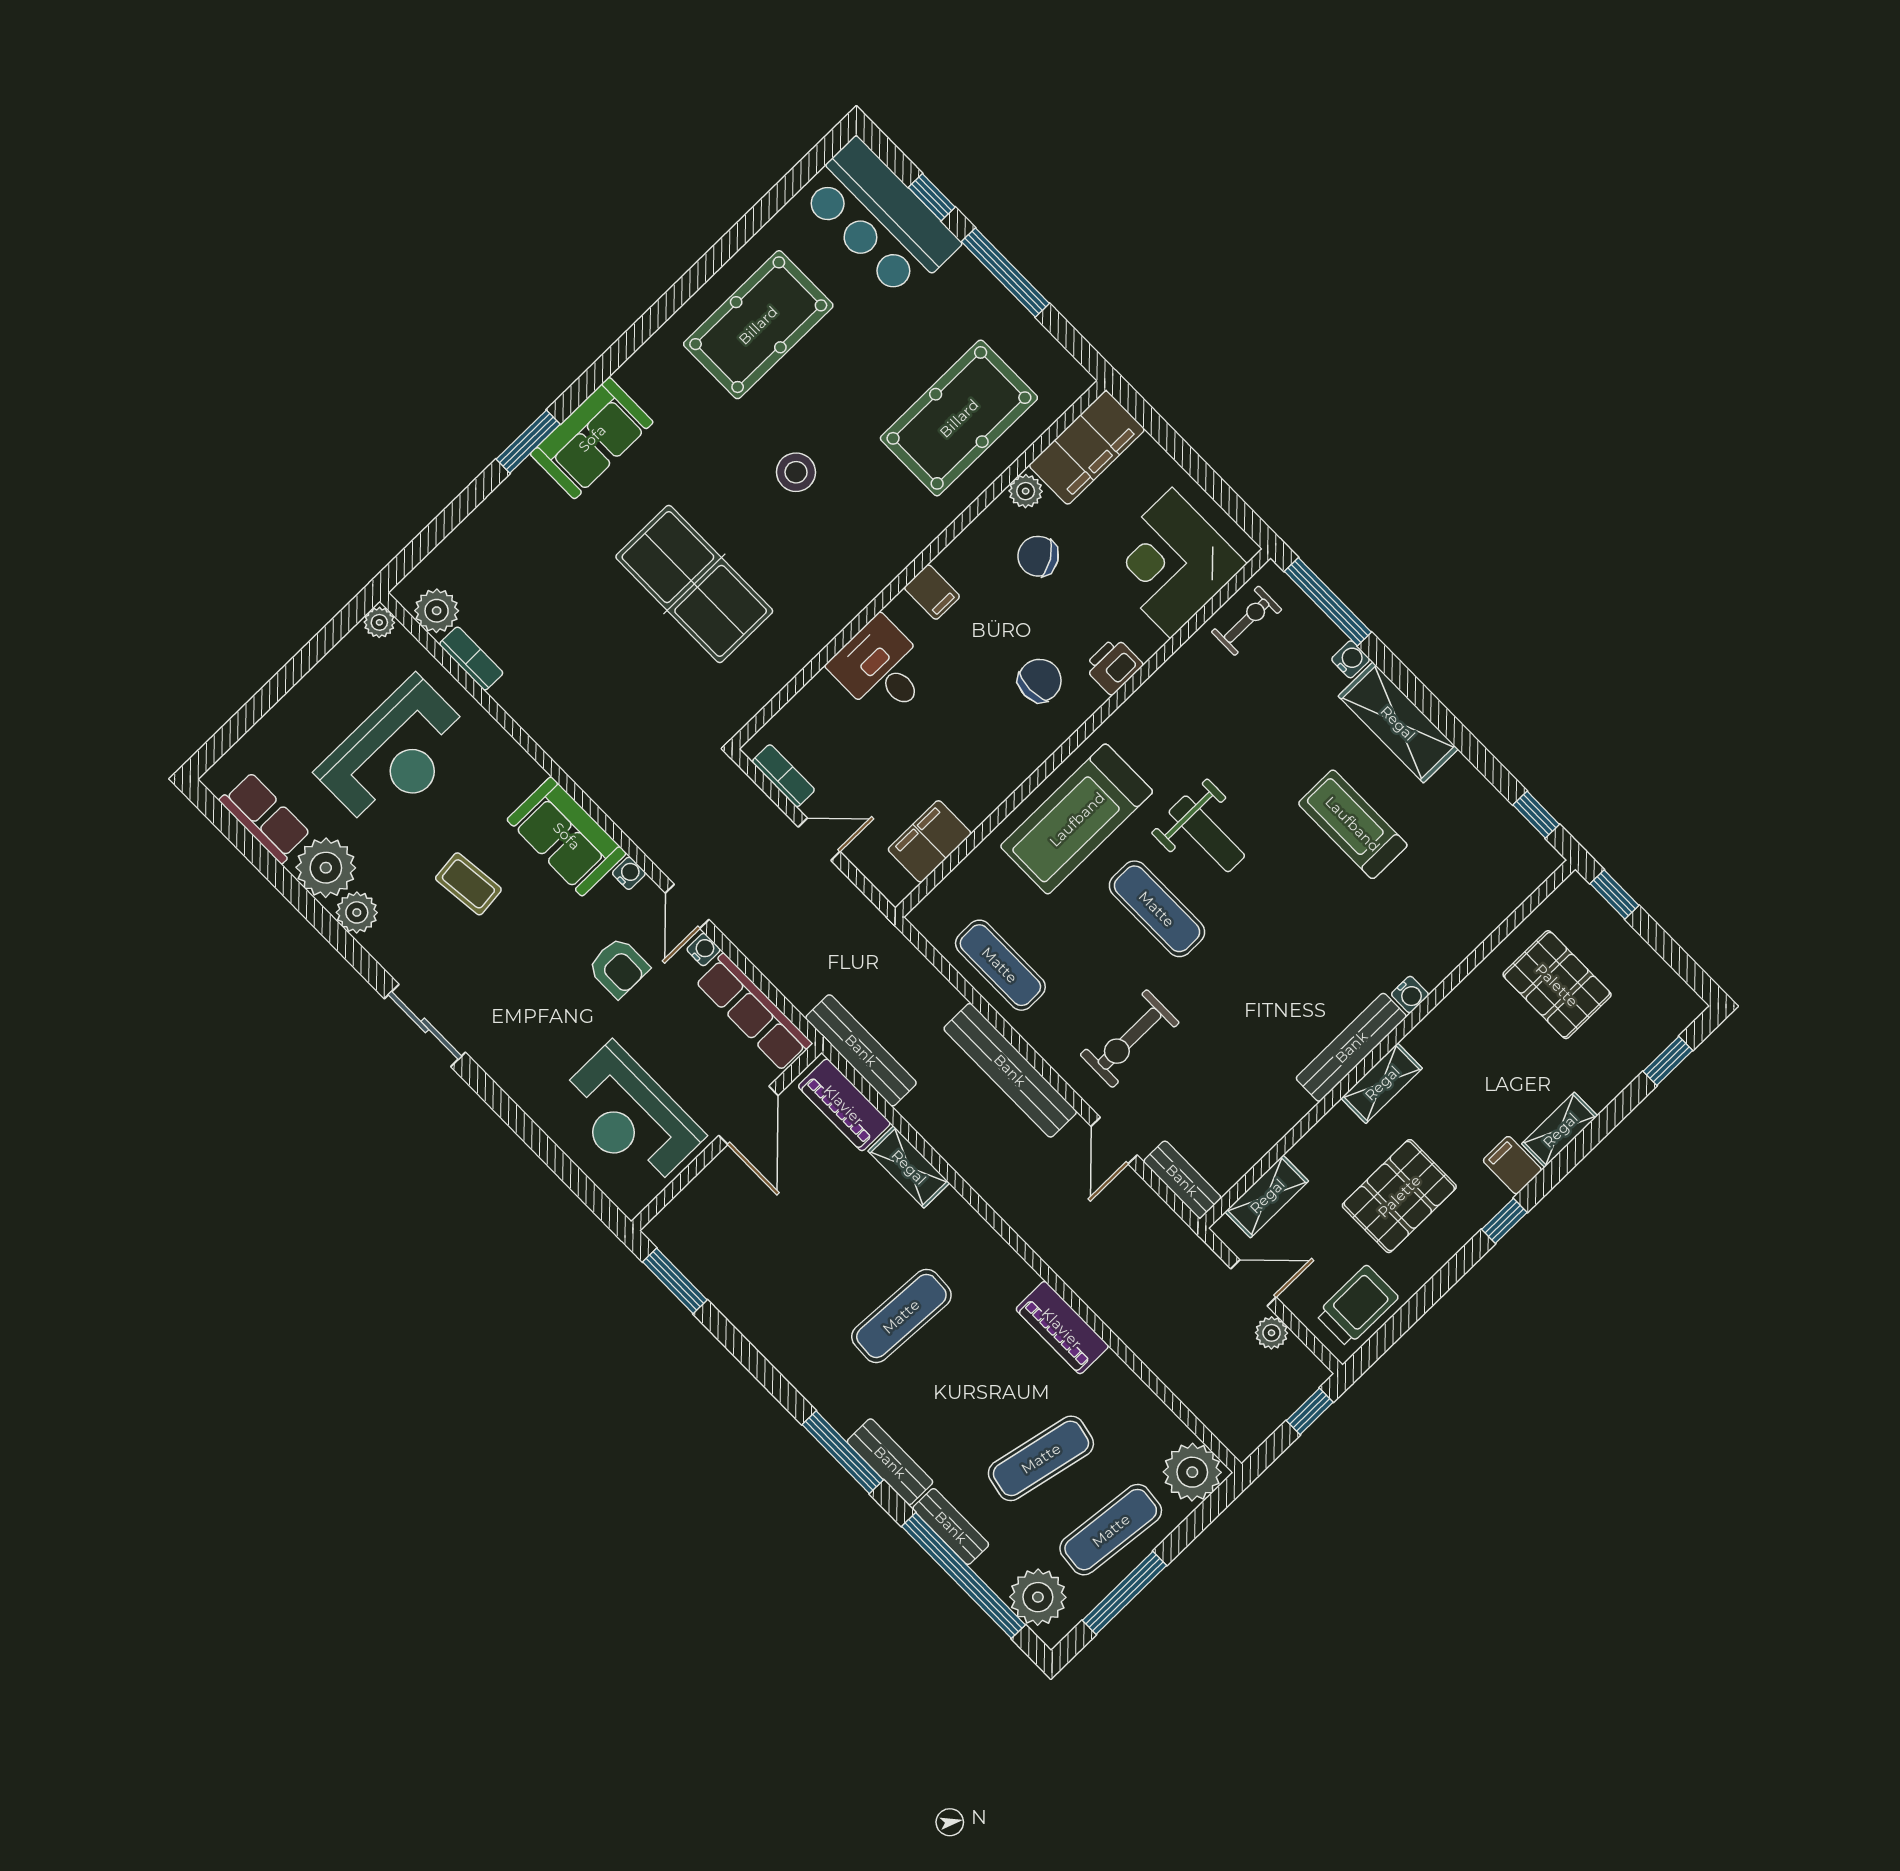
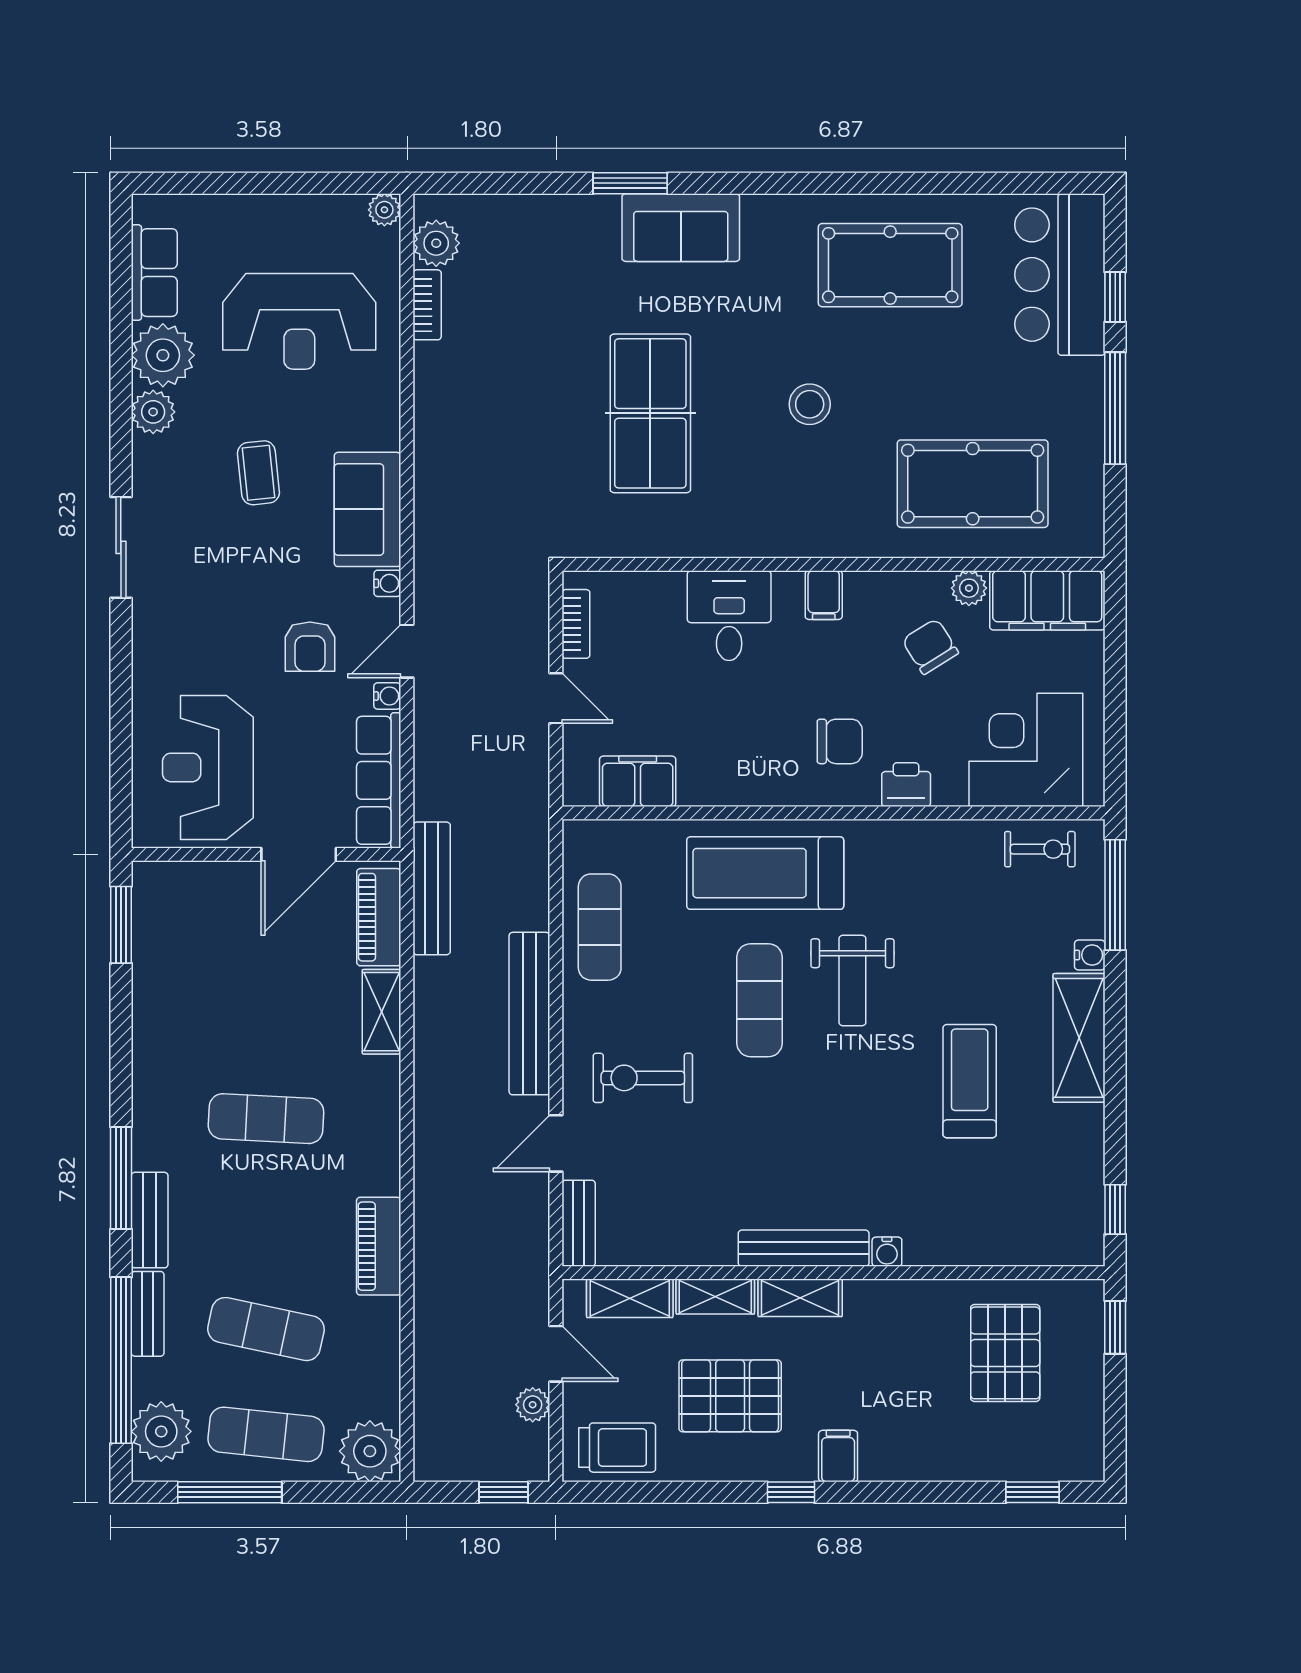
shelving: (1560, 1130) -> (715, 1297), moved

